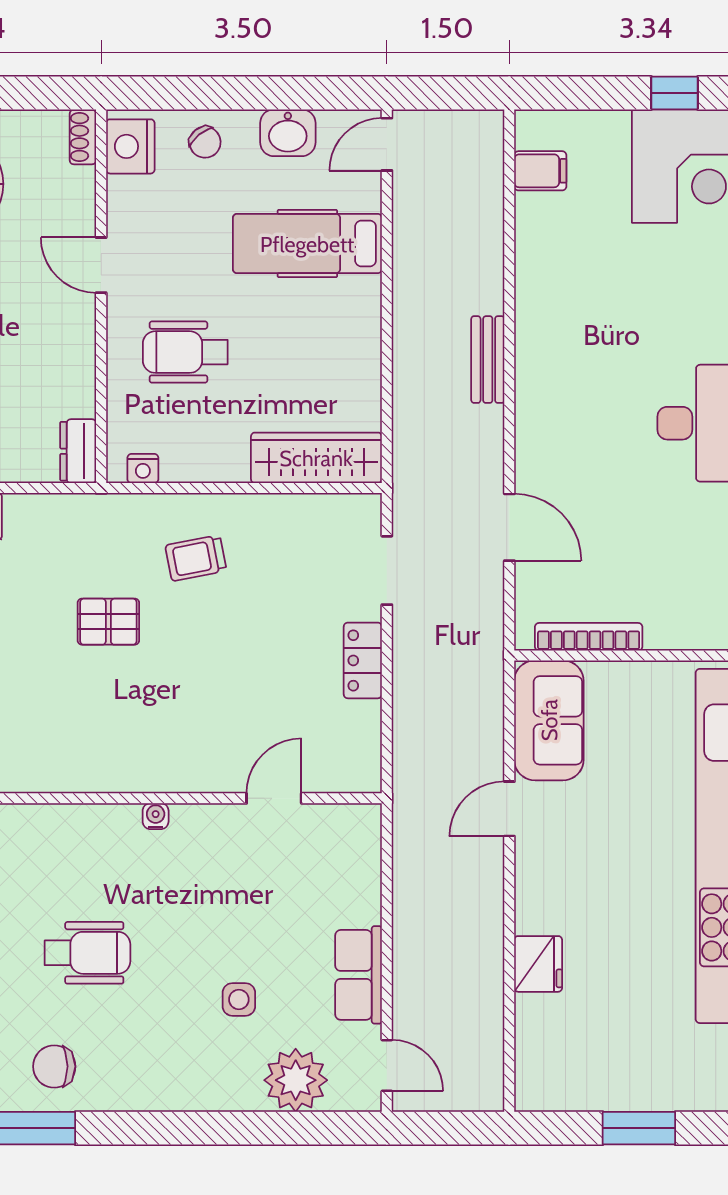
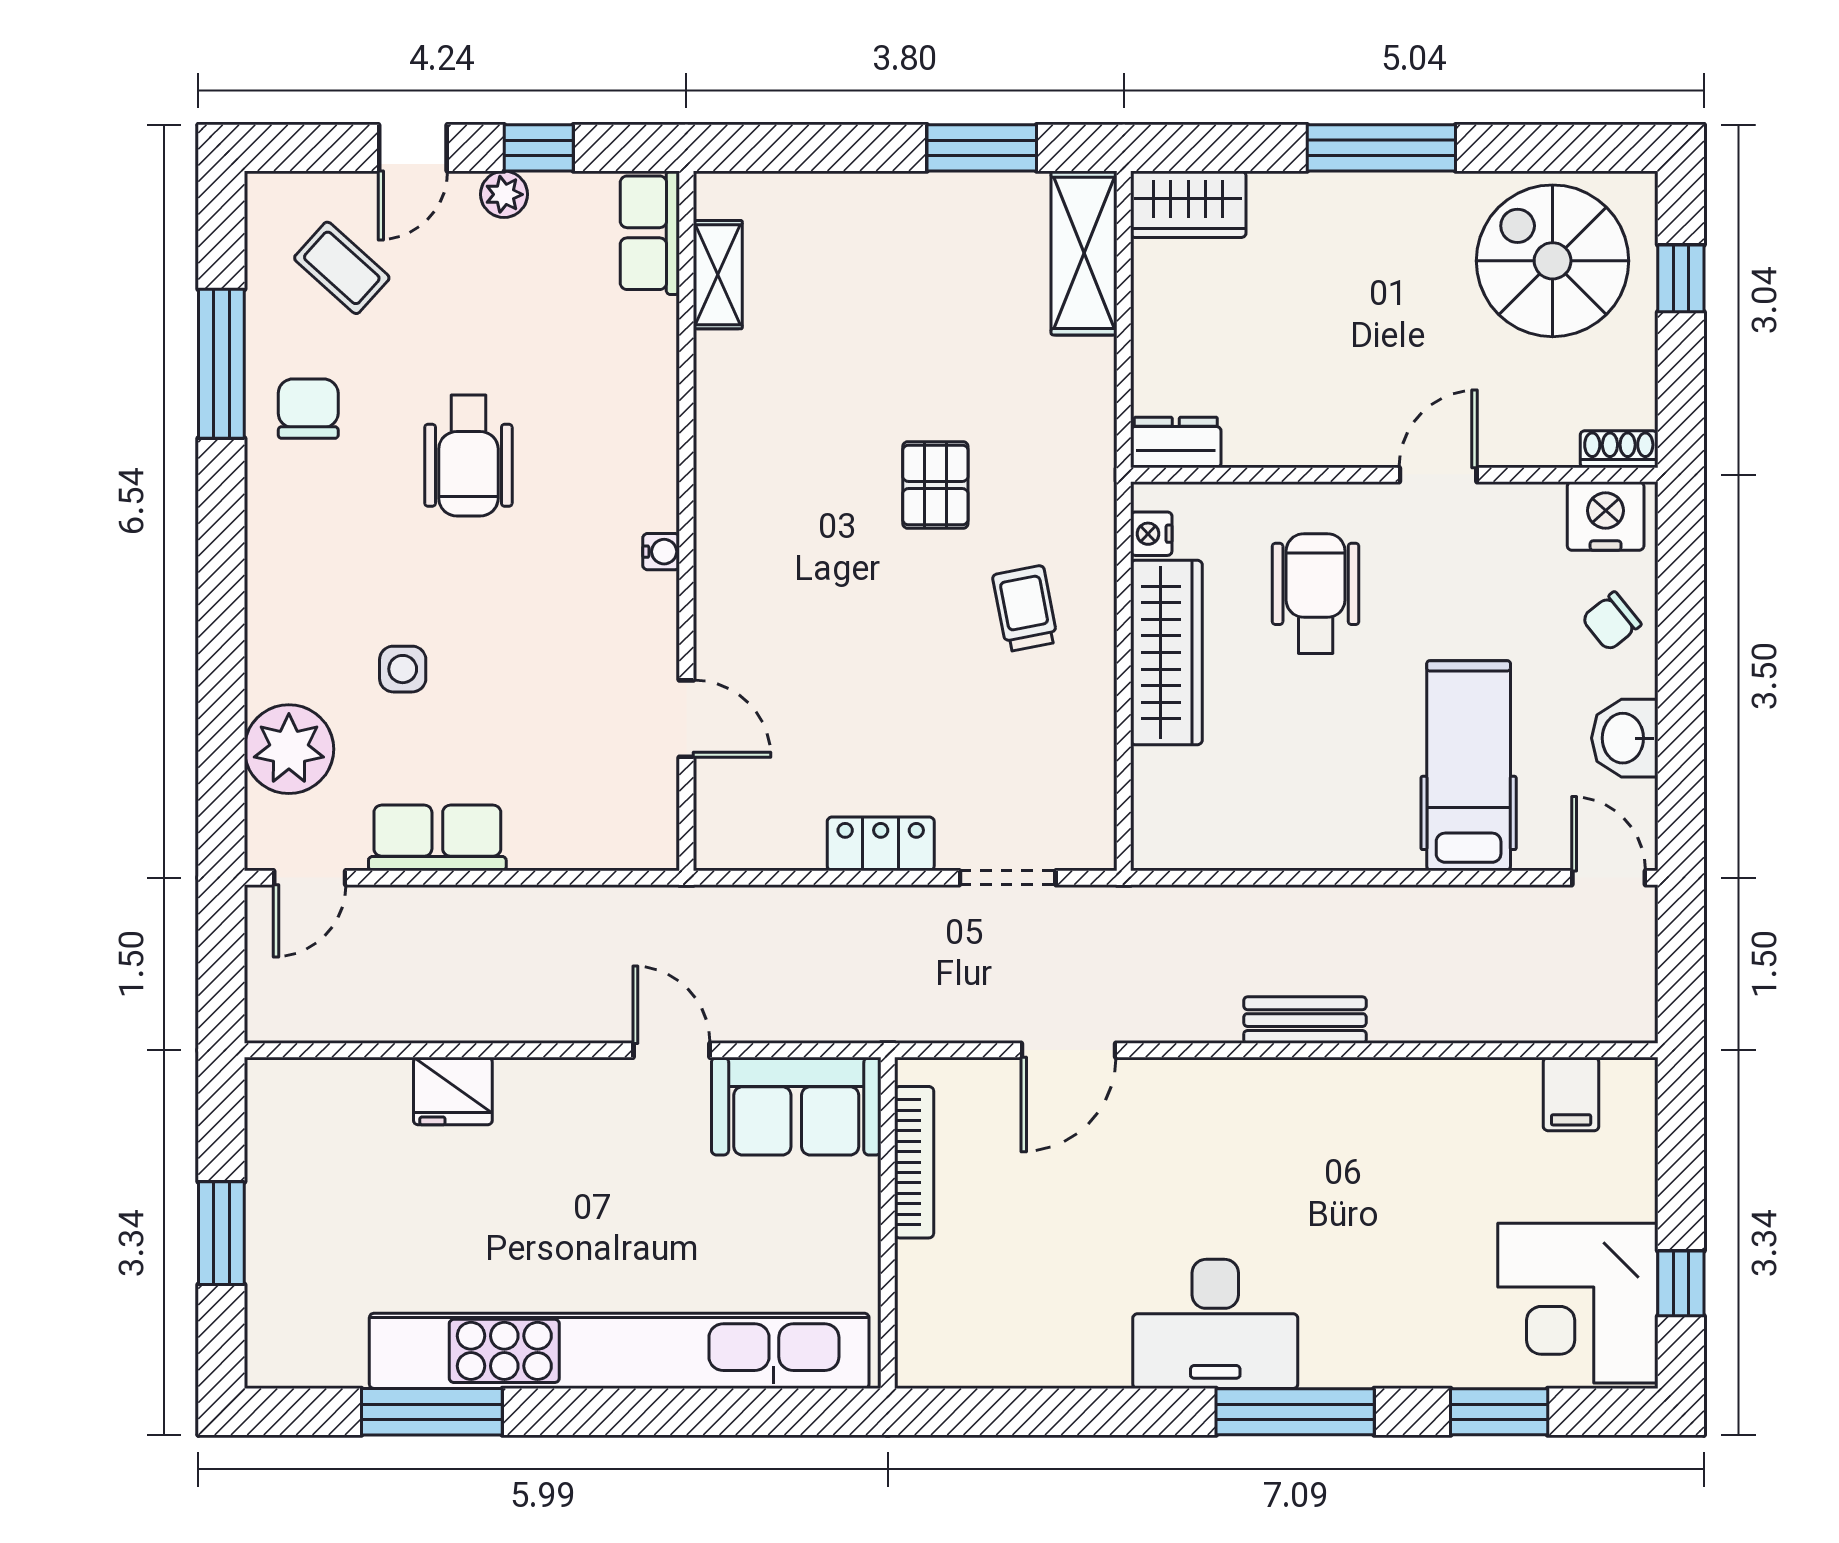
wardrobe: (316, 458) -> (1166, 653), moved

